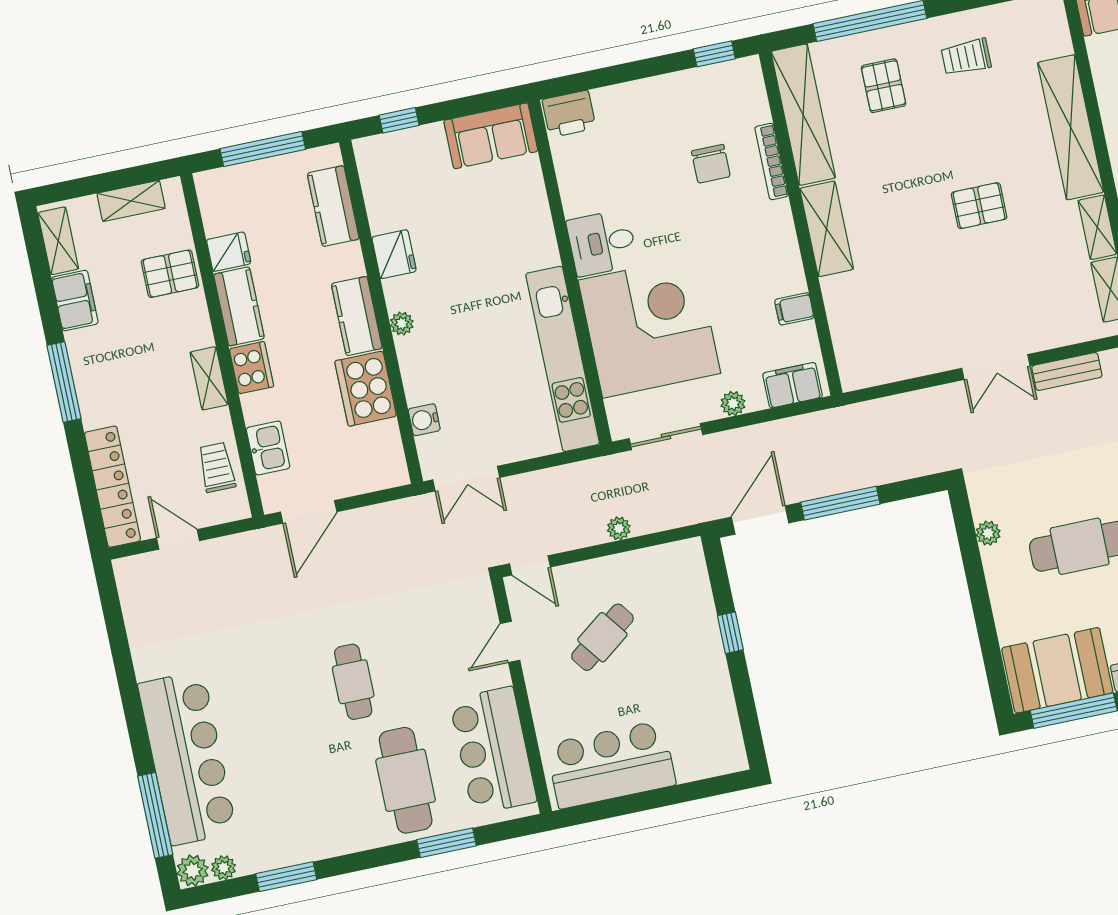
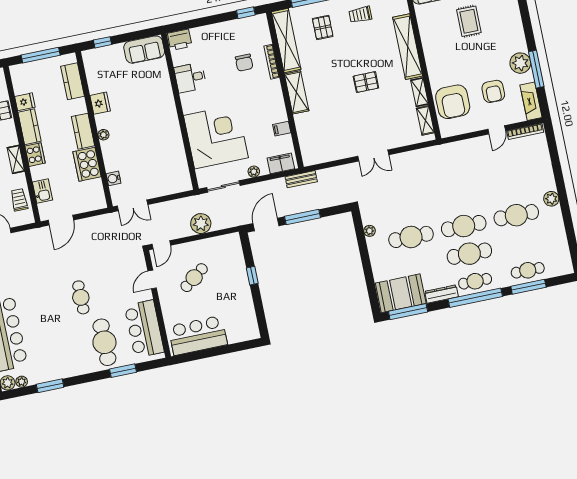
desk: (602, 243) -> (190, 78), moved
kitchen unit: (563, 359) -> (176, 151), removed
bench: (1067, 371) -> (301, 179), moved
plant: (619, 528) -> (201, 224), width x1.88, depth x1.88
door: (530, 565) -> (161, 245), hinge flipped

